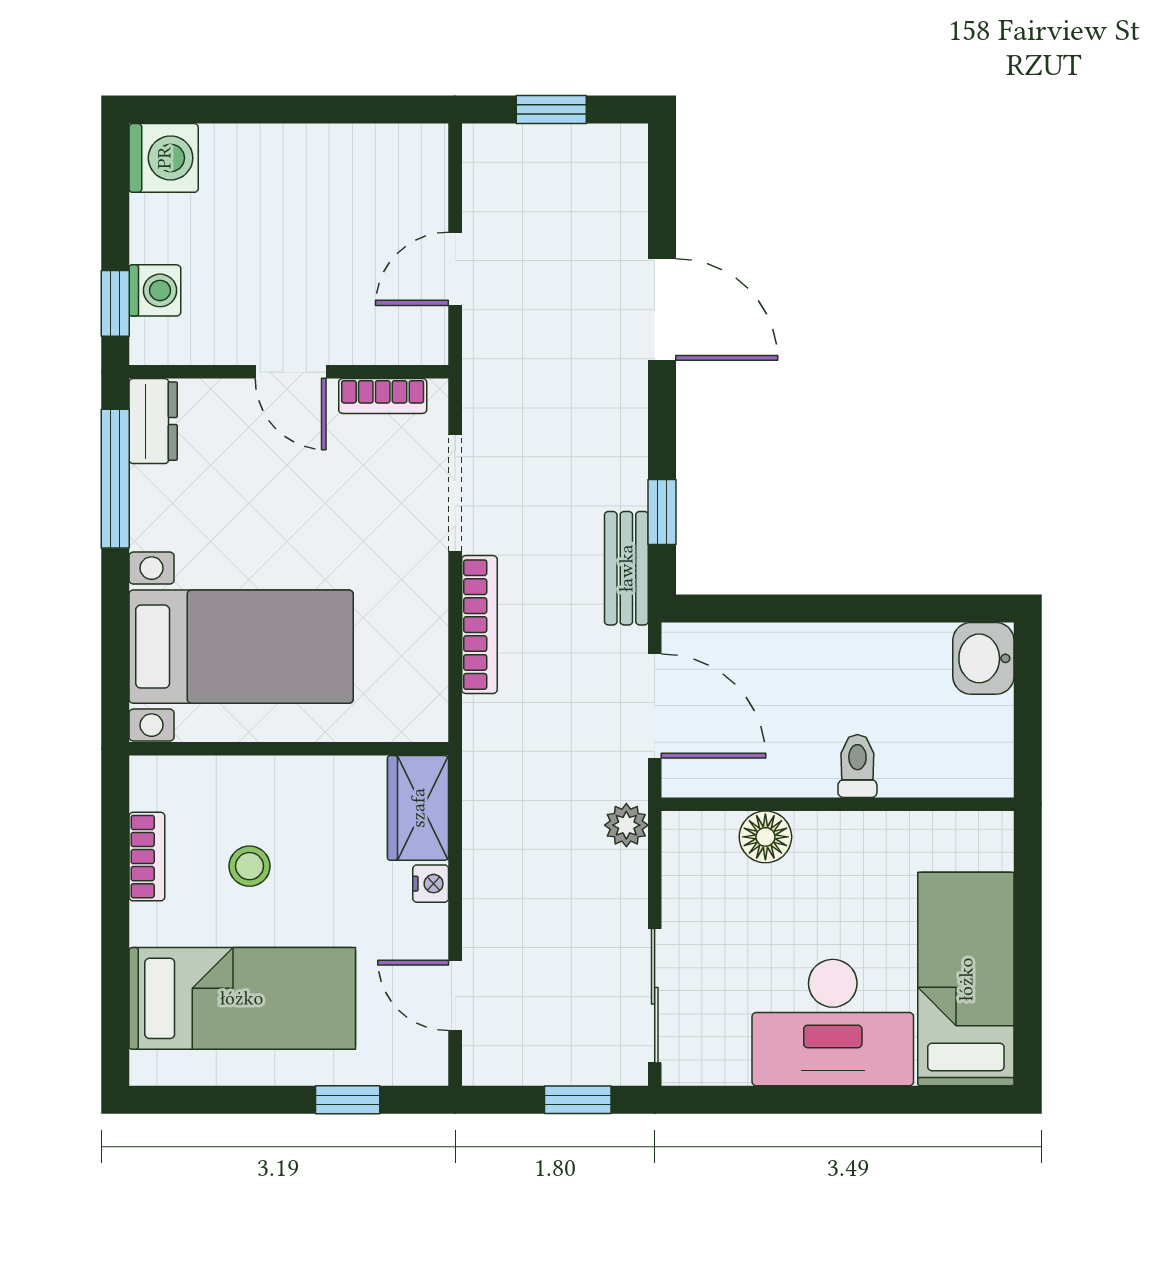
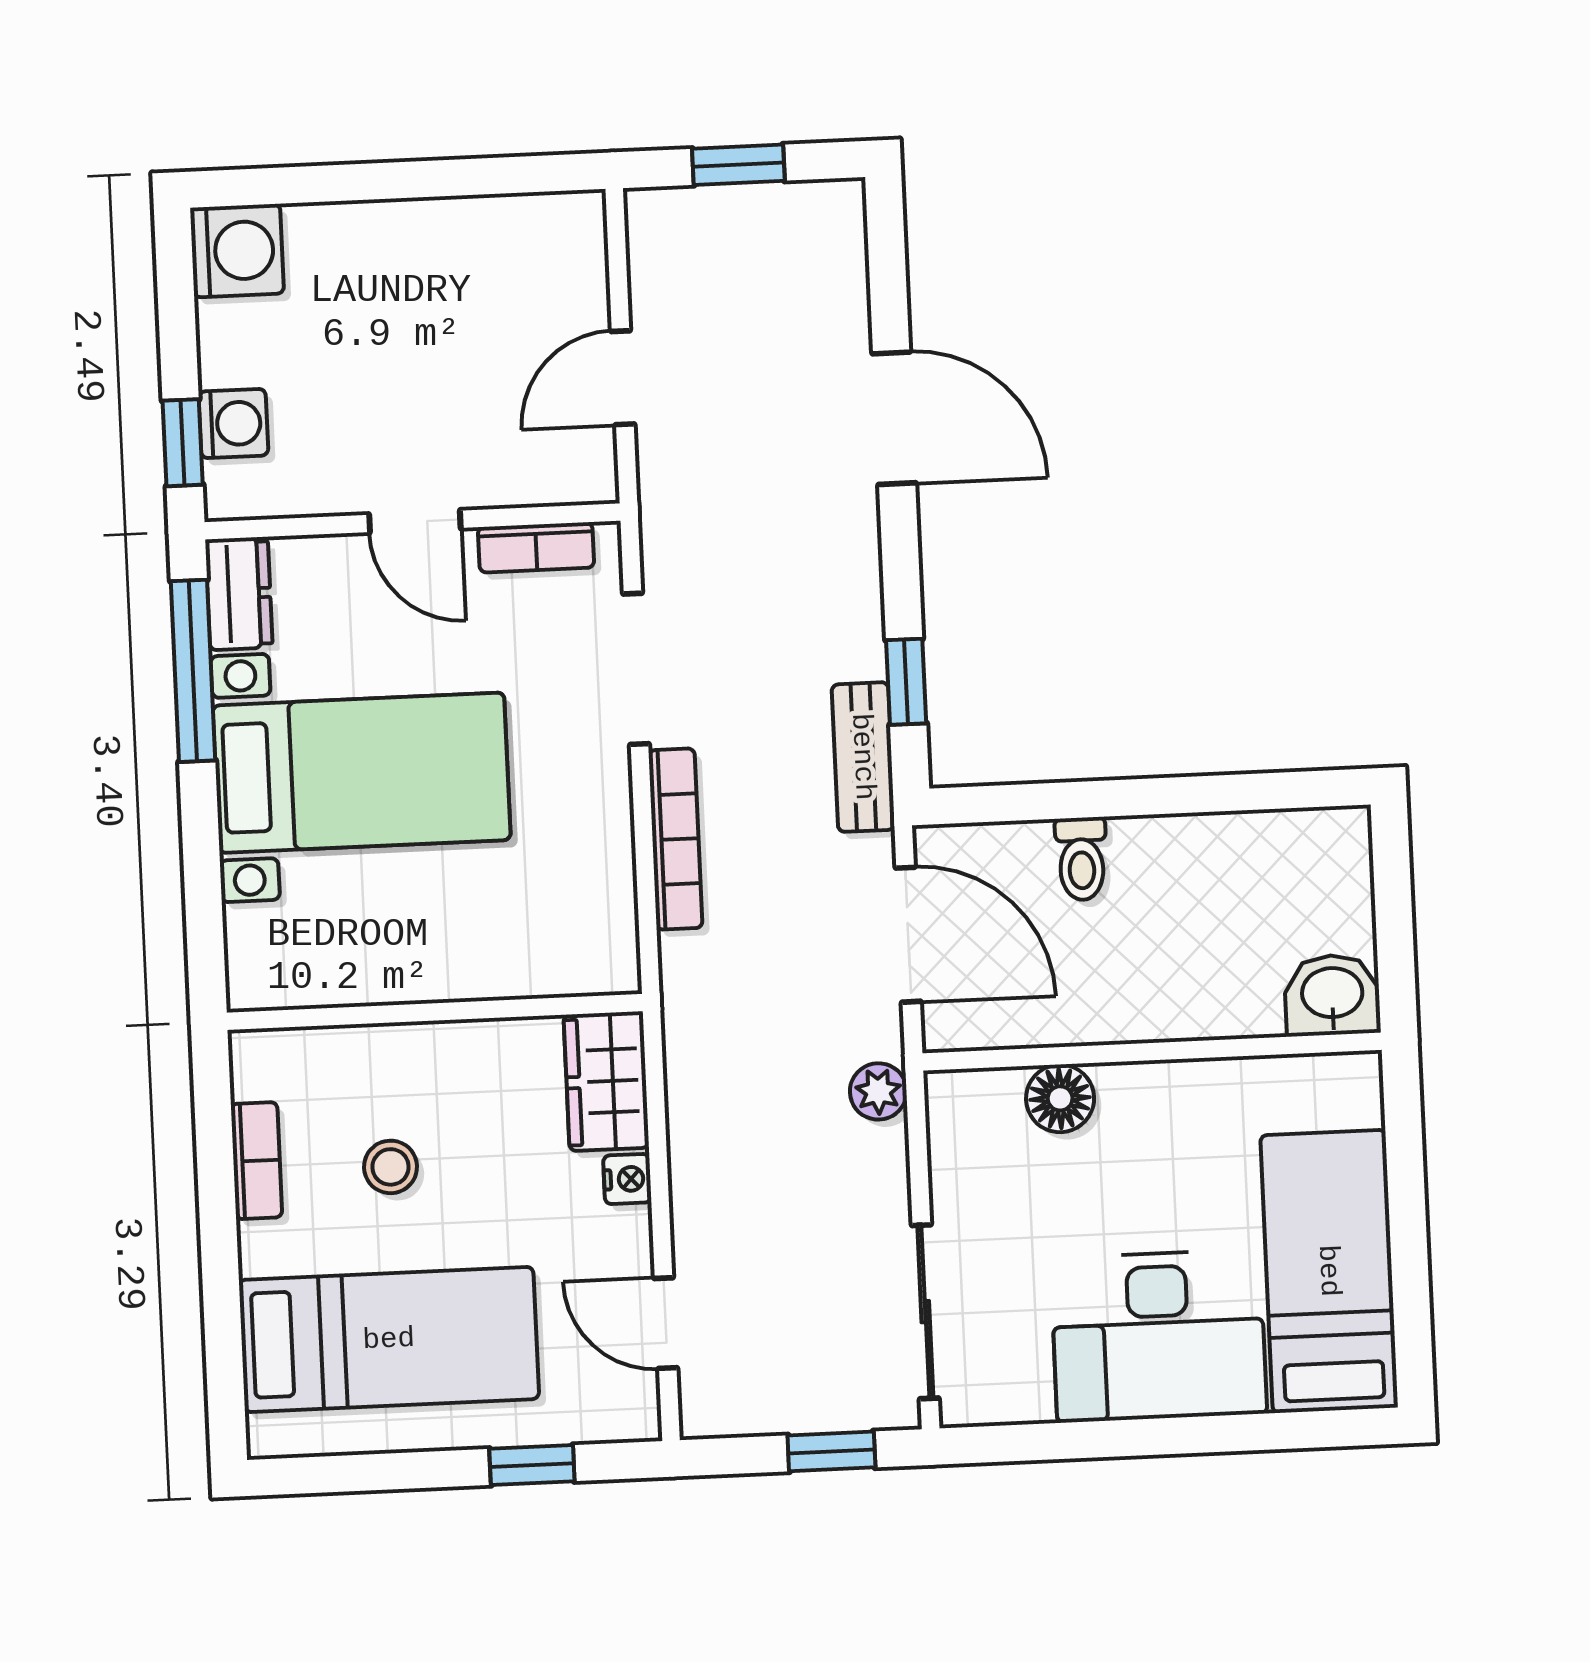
bed with nightstands: (241, 647) -> (362, 773), moved
washbasin: (983, 658) -> (1332, 995), moved, turned 90
toilet: (857, 766) -> (1081, 859), moved, turned 180

